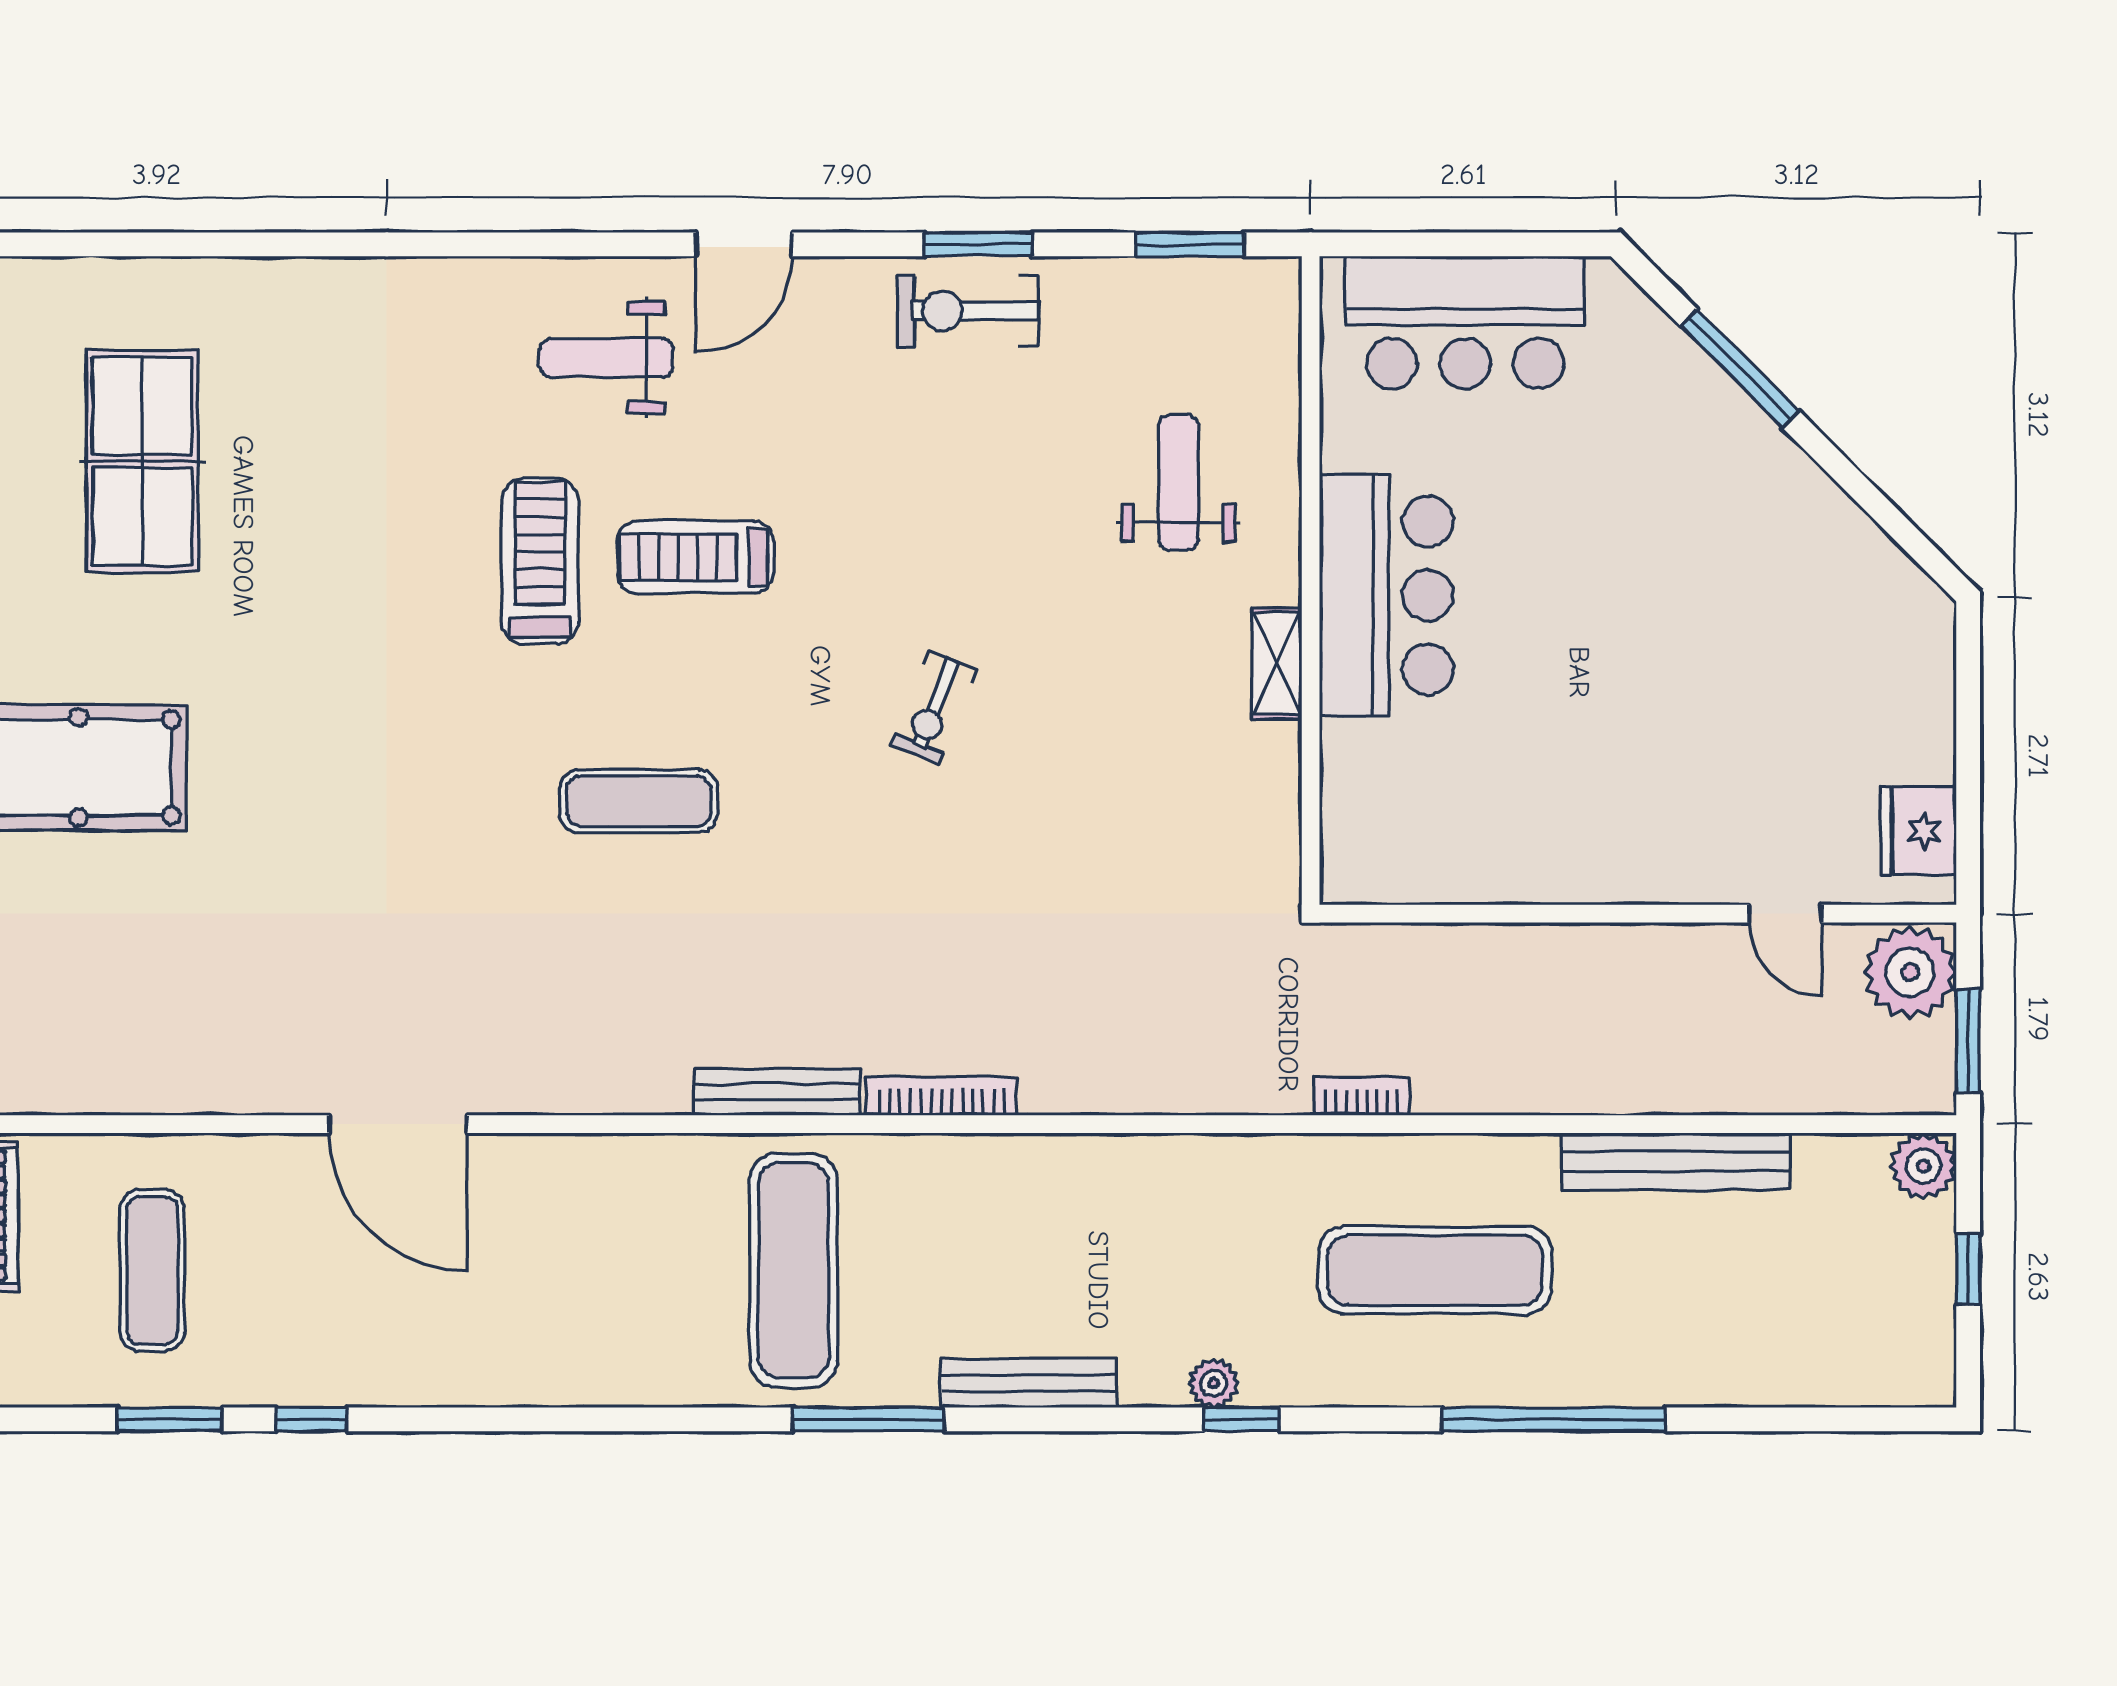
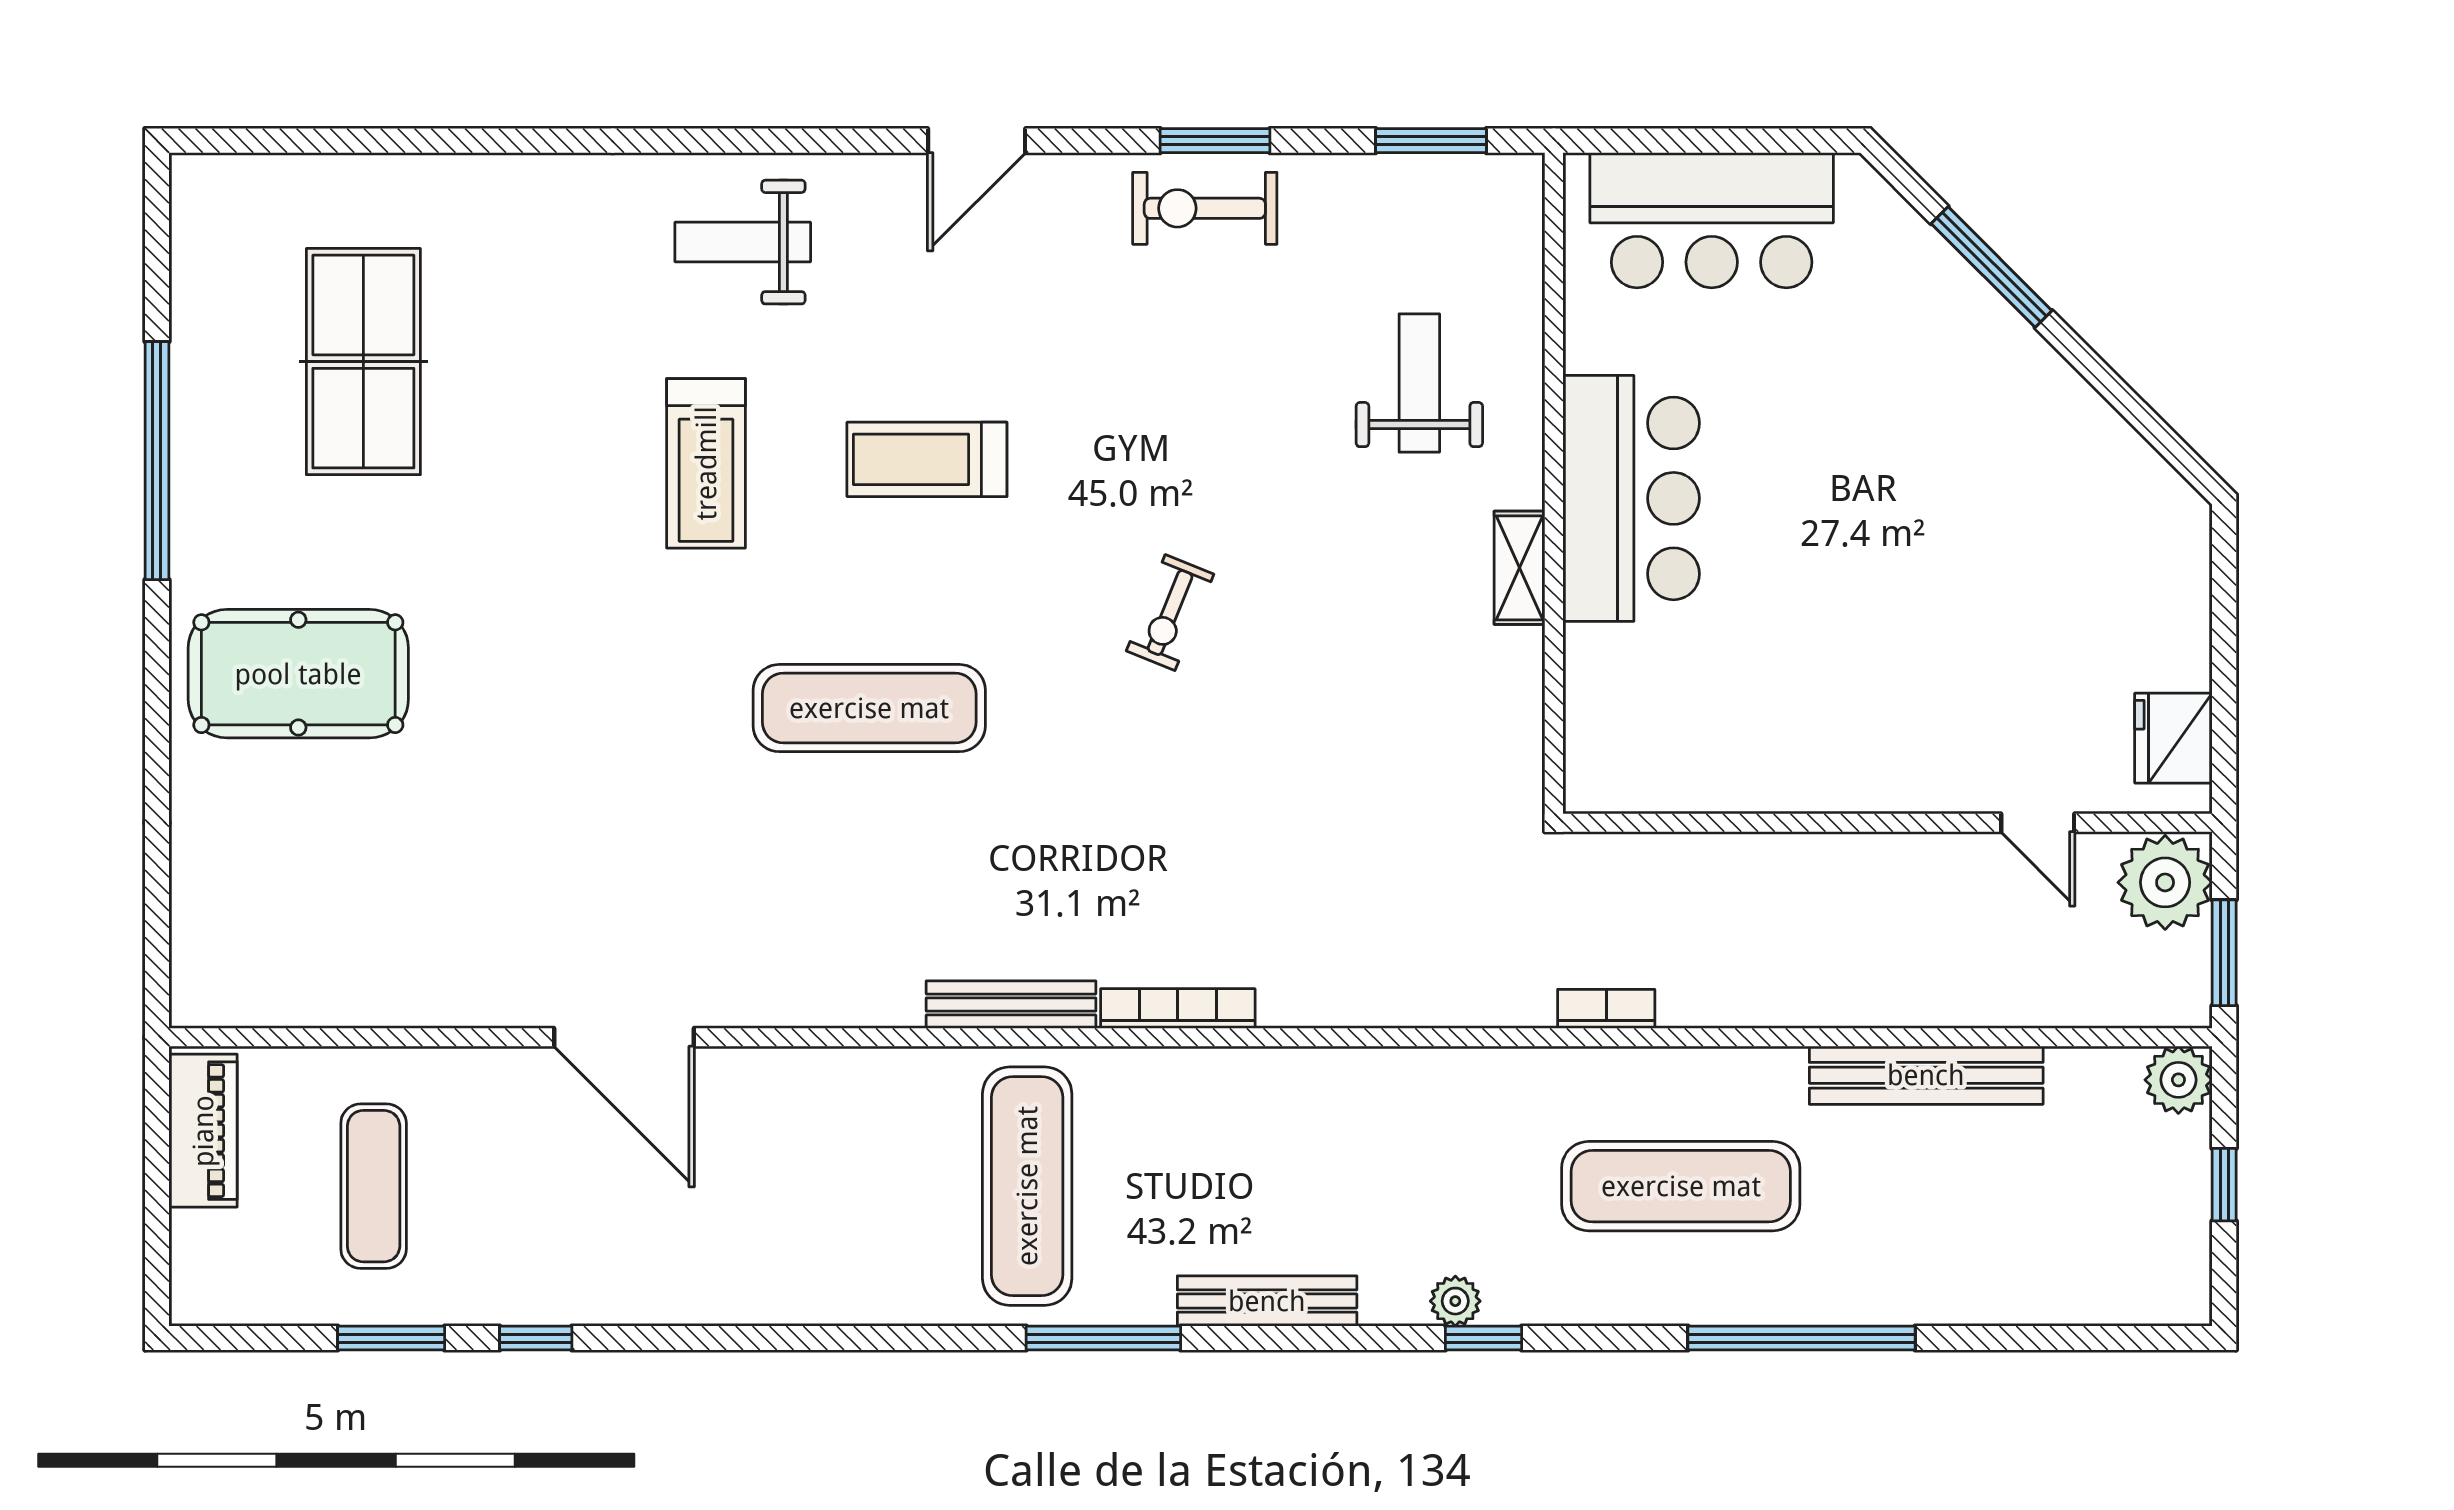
weight bench: (607, 358) -> (743, 242), moved
treadmill: (540, 561) -> (706, 463), moved, turned 180
exercise mat: (639, 801) -> (869, 708), width x1.36, depth x1.45

